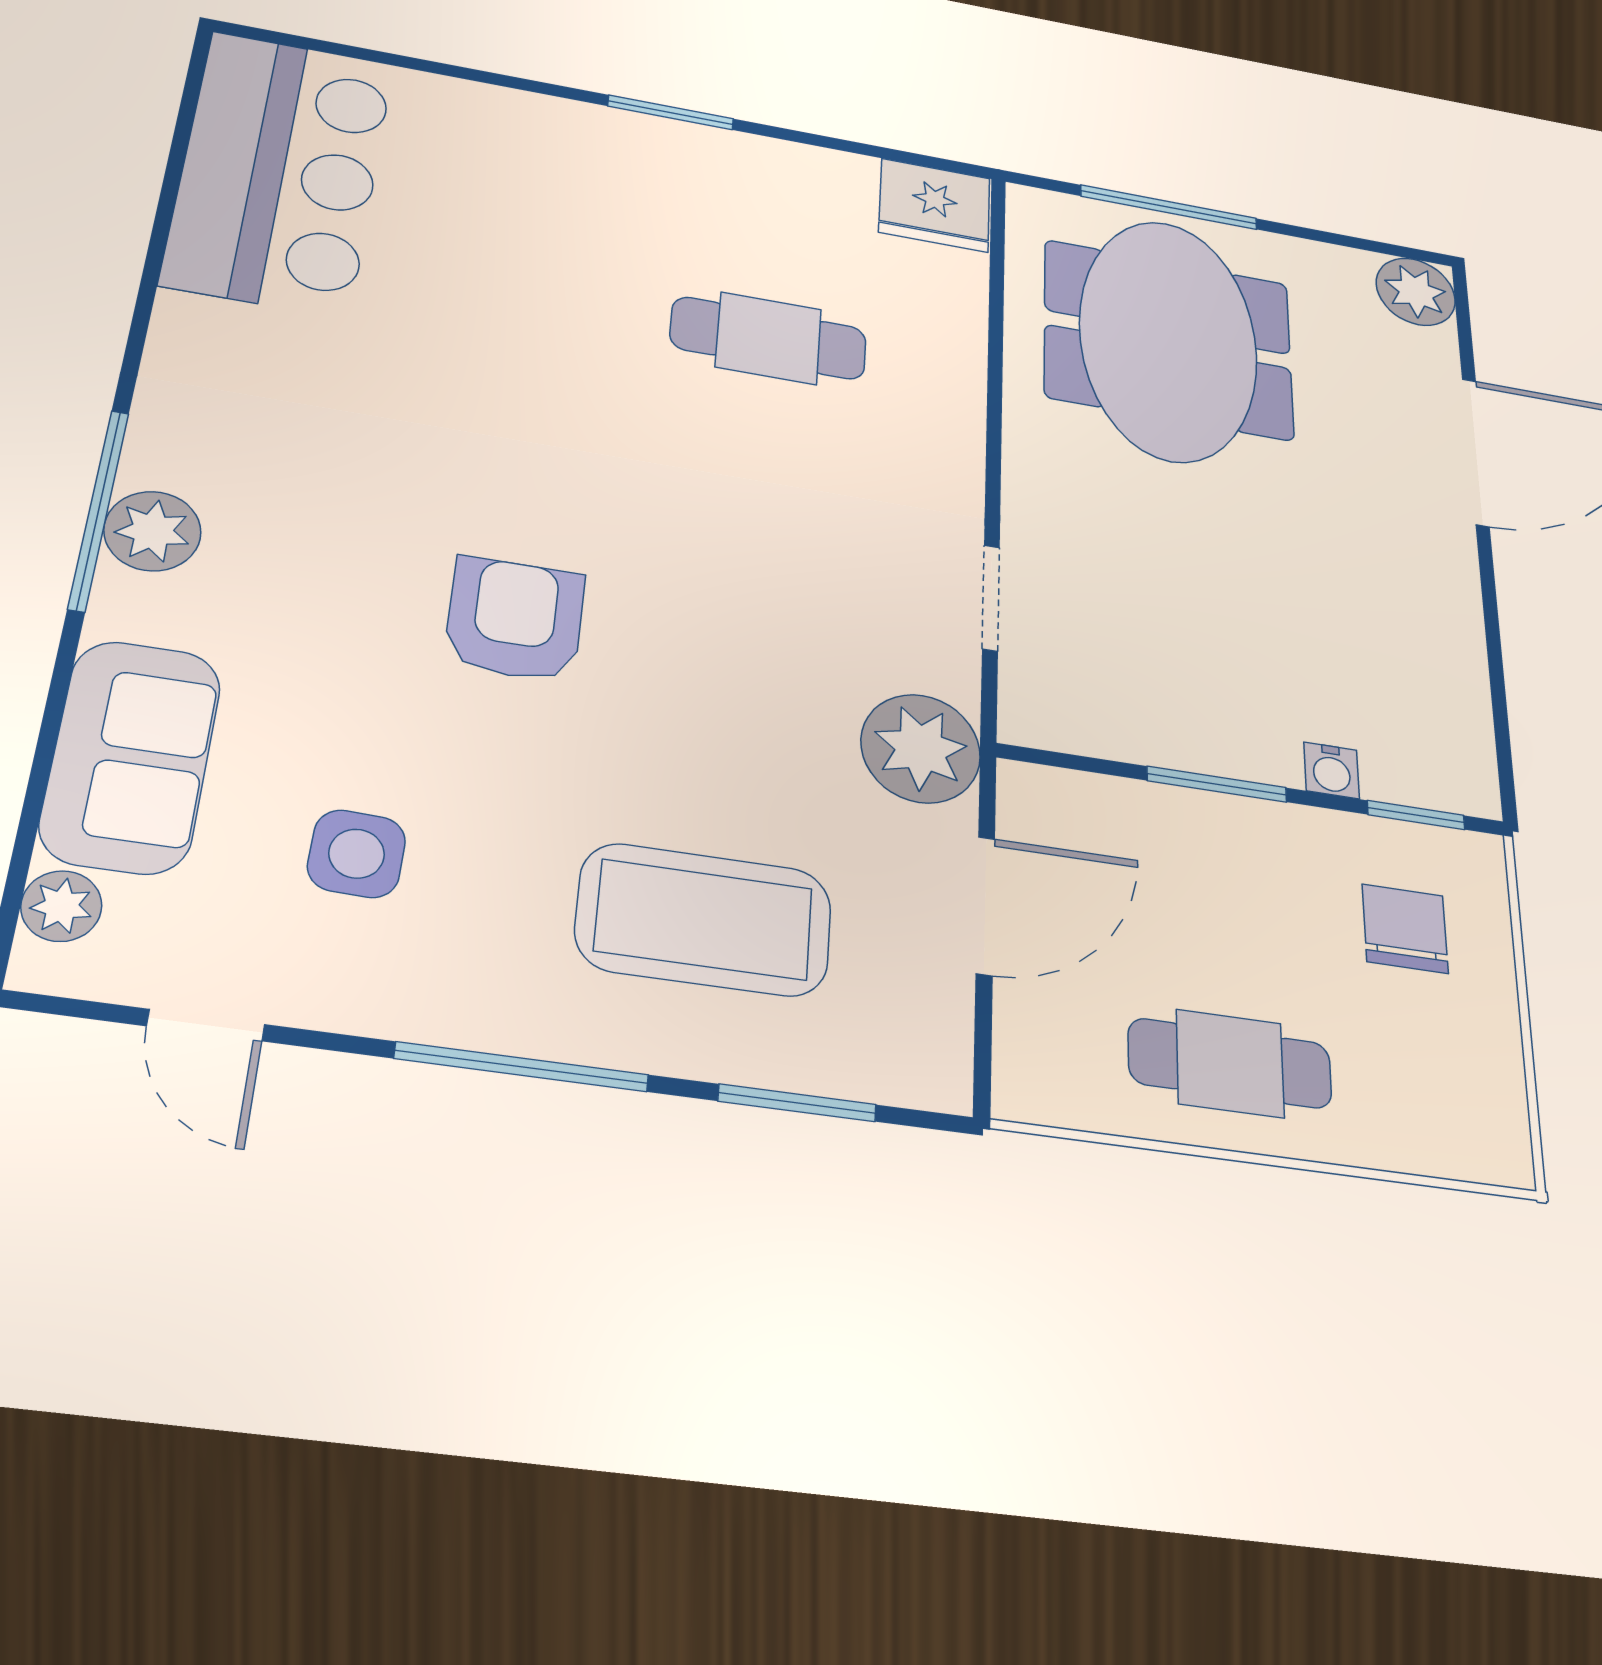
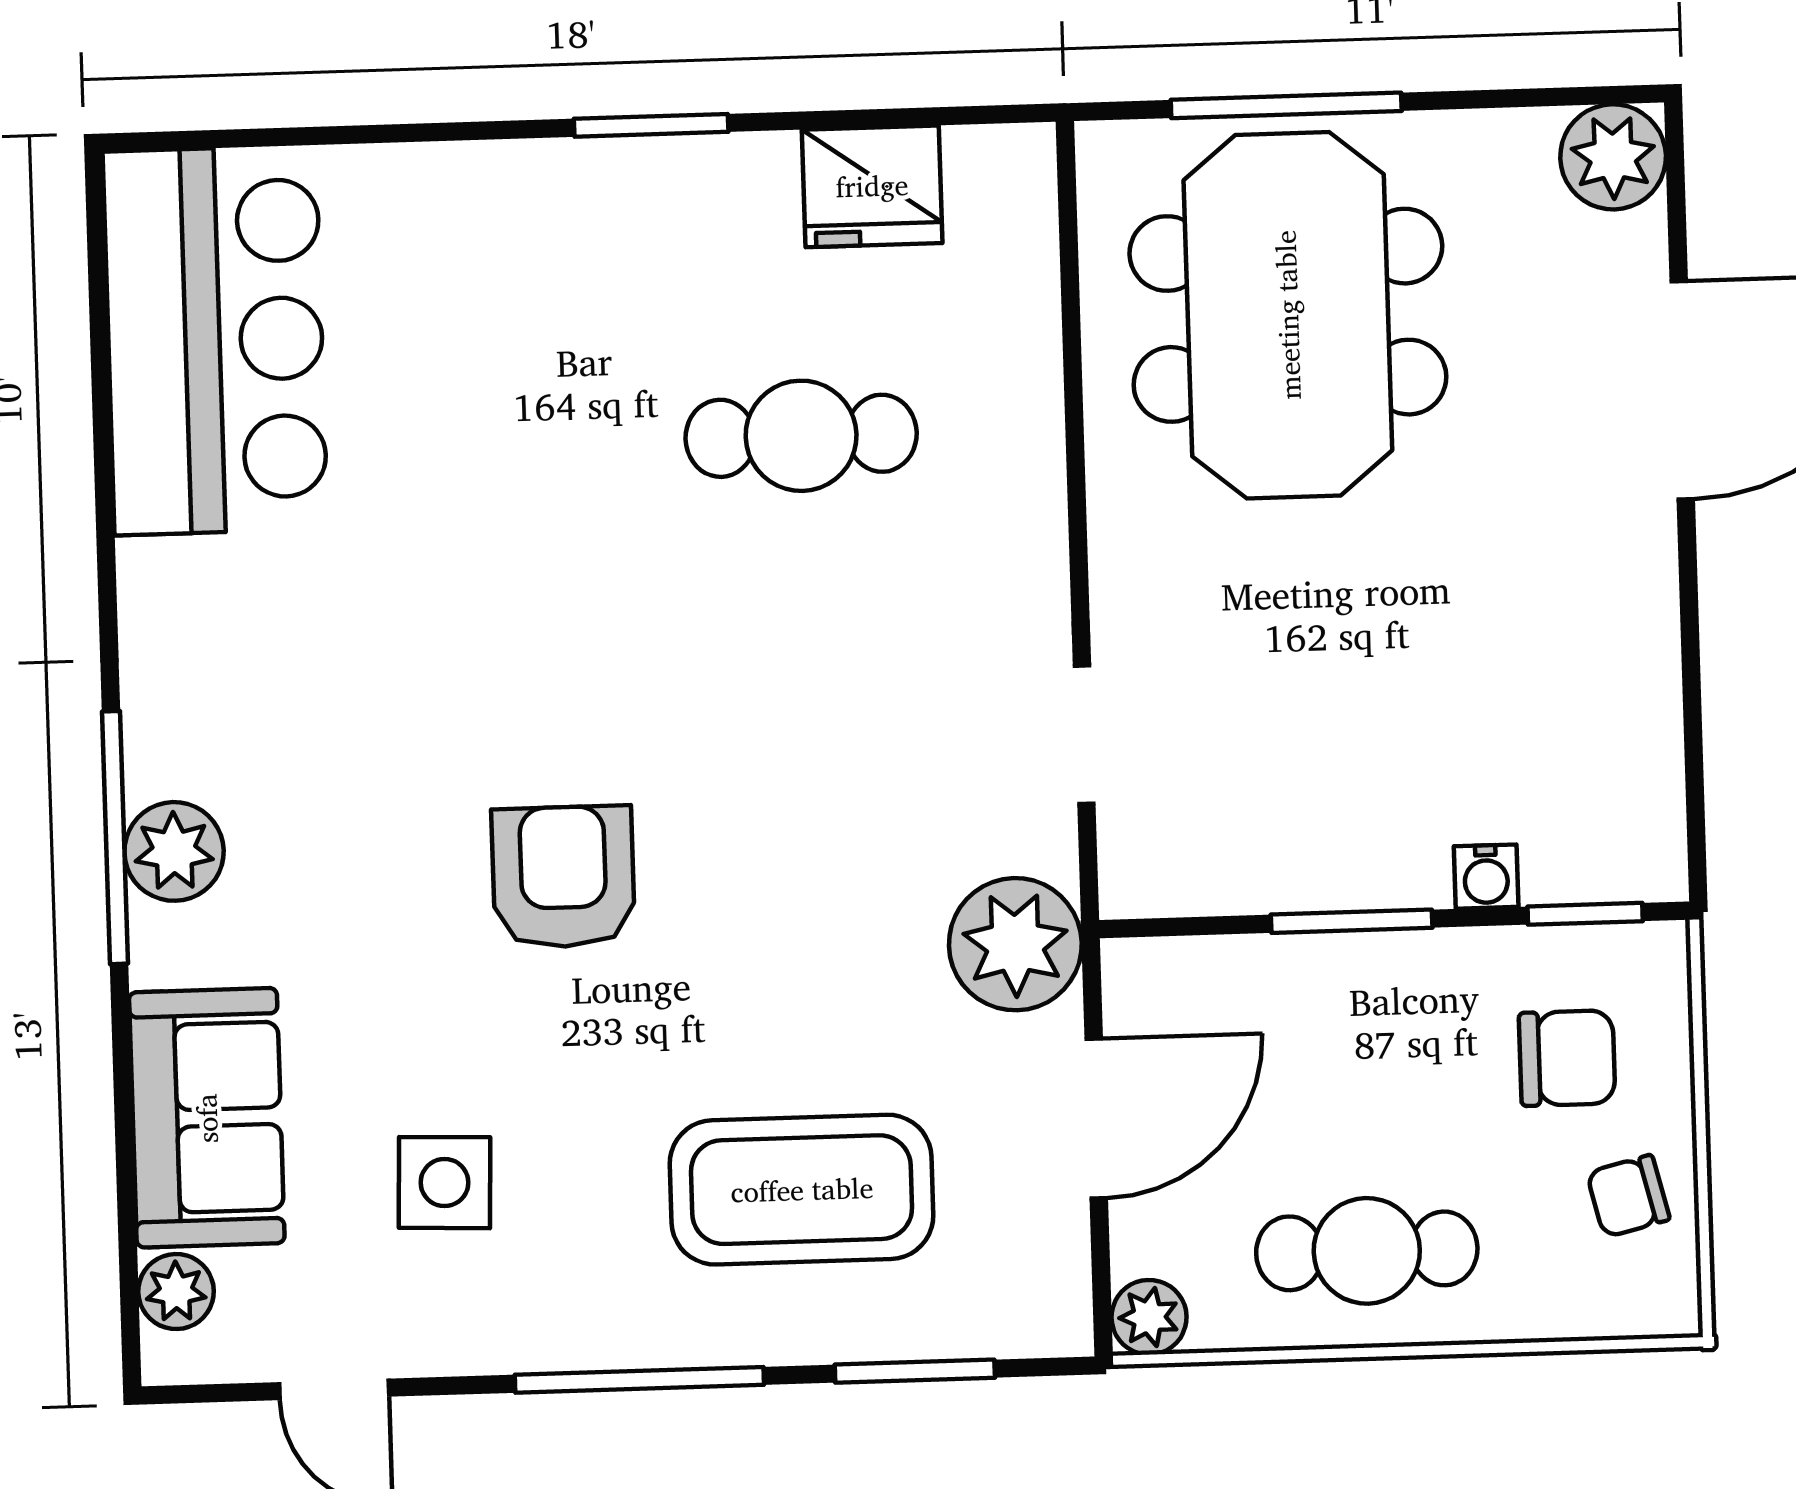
fridge: (935, 205) -> (872, 186), moved
chair: (1405, 929) -> (1567, 1058), turned 90
chair: (1463, 1055) -> (1628, 1196), added
plant: (1026, 1090) -> (1149, 1317), added

